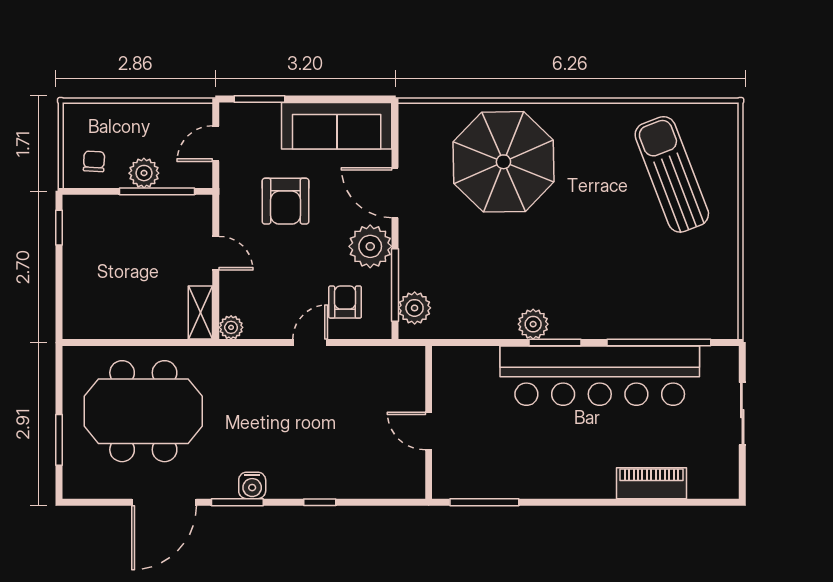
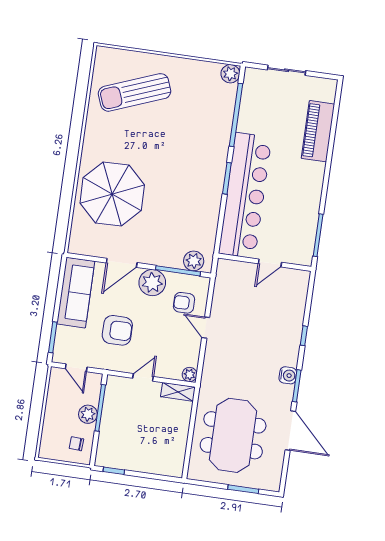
plant: (533, 324) -> (230, 74), moved
bar counter: (600, 376) -> (245, 195), moved
piano: (651, 483) -> (318, 131), width x1.37, depth x1.33

